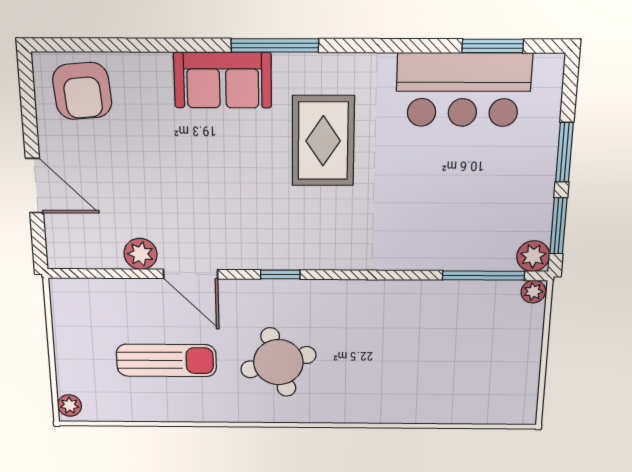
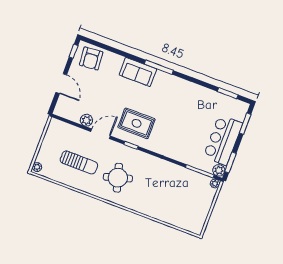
window: (27, 89) -> (74, 51), added
bar counter: (463, 90) -> (223, 140), moved, turned 90
rug: (323, 141) -> (137, 123), moved, turned 90
window: (564, 152) -> (245, 124), moved
door: (191, 274) -> (100, 134), swing flipped

